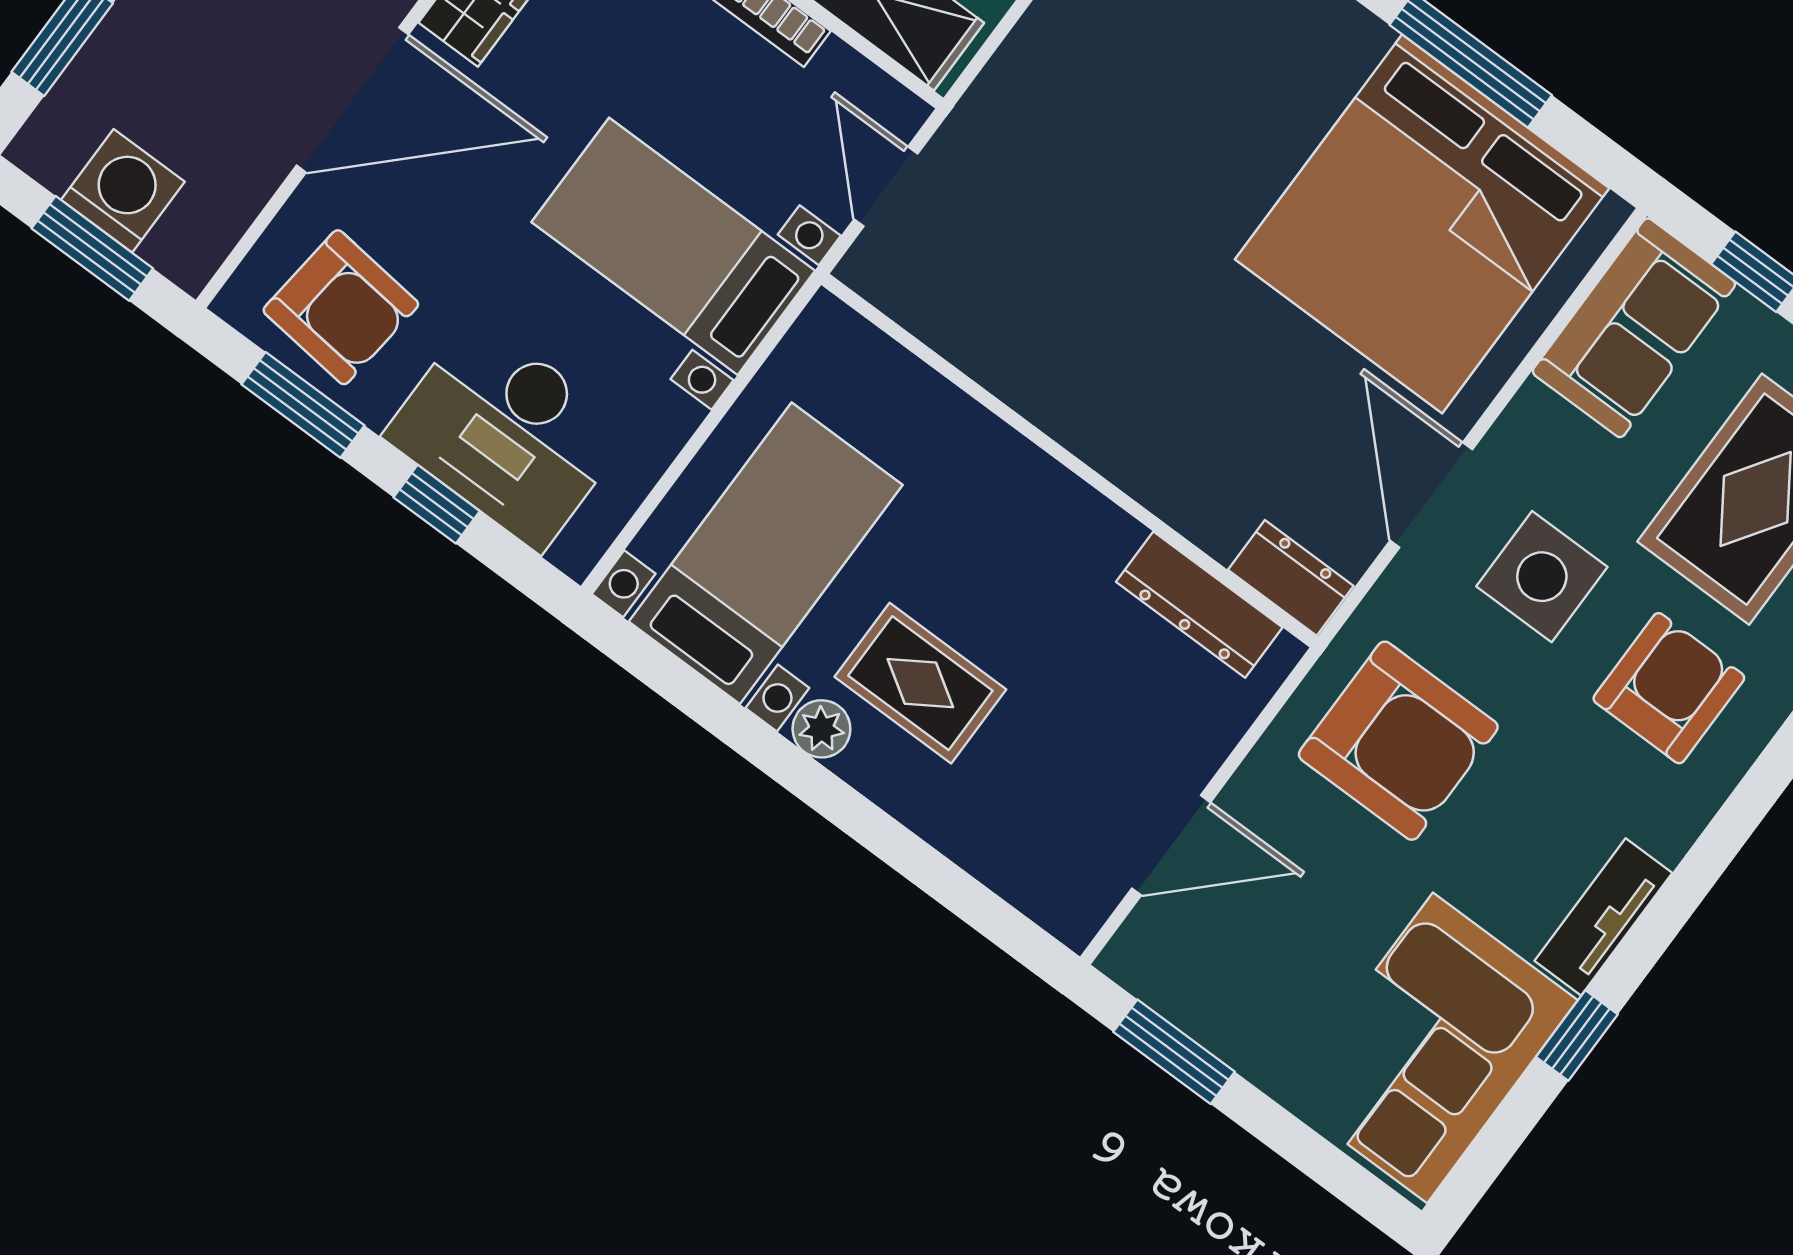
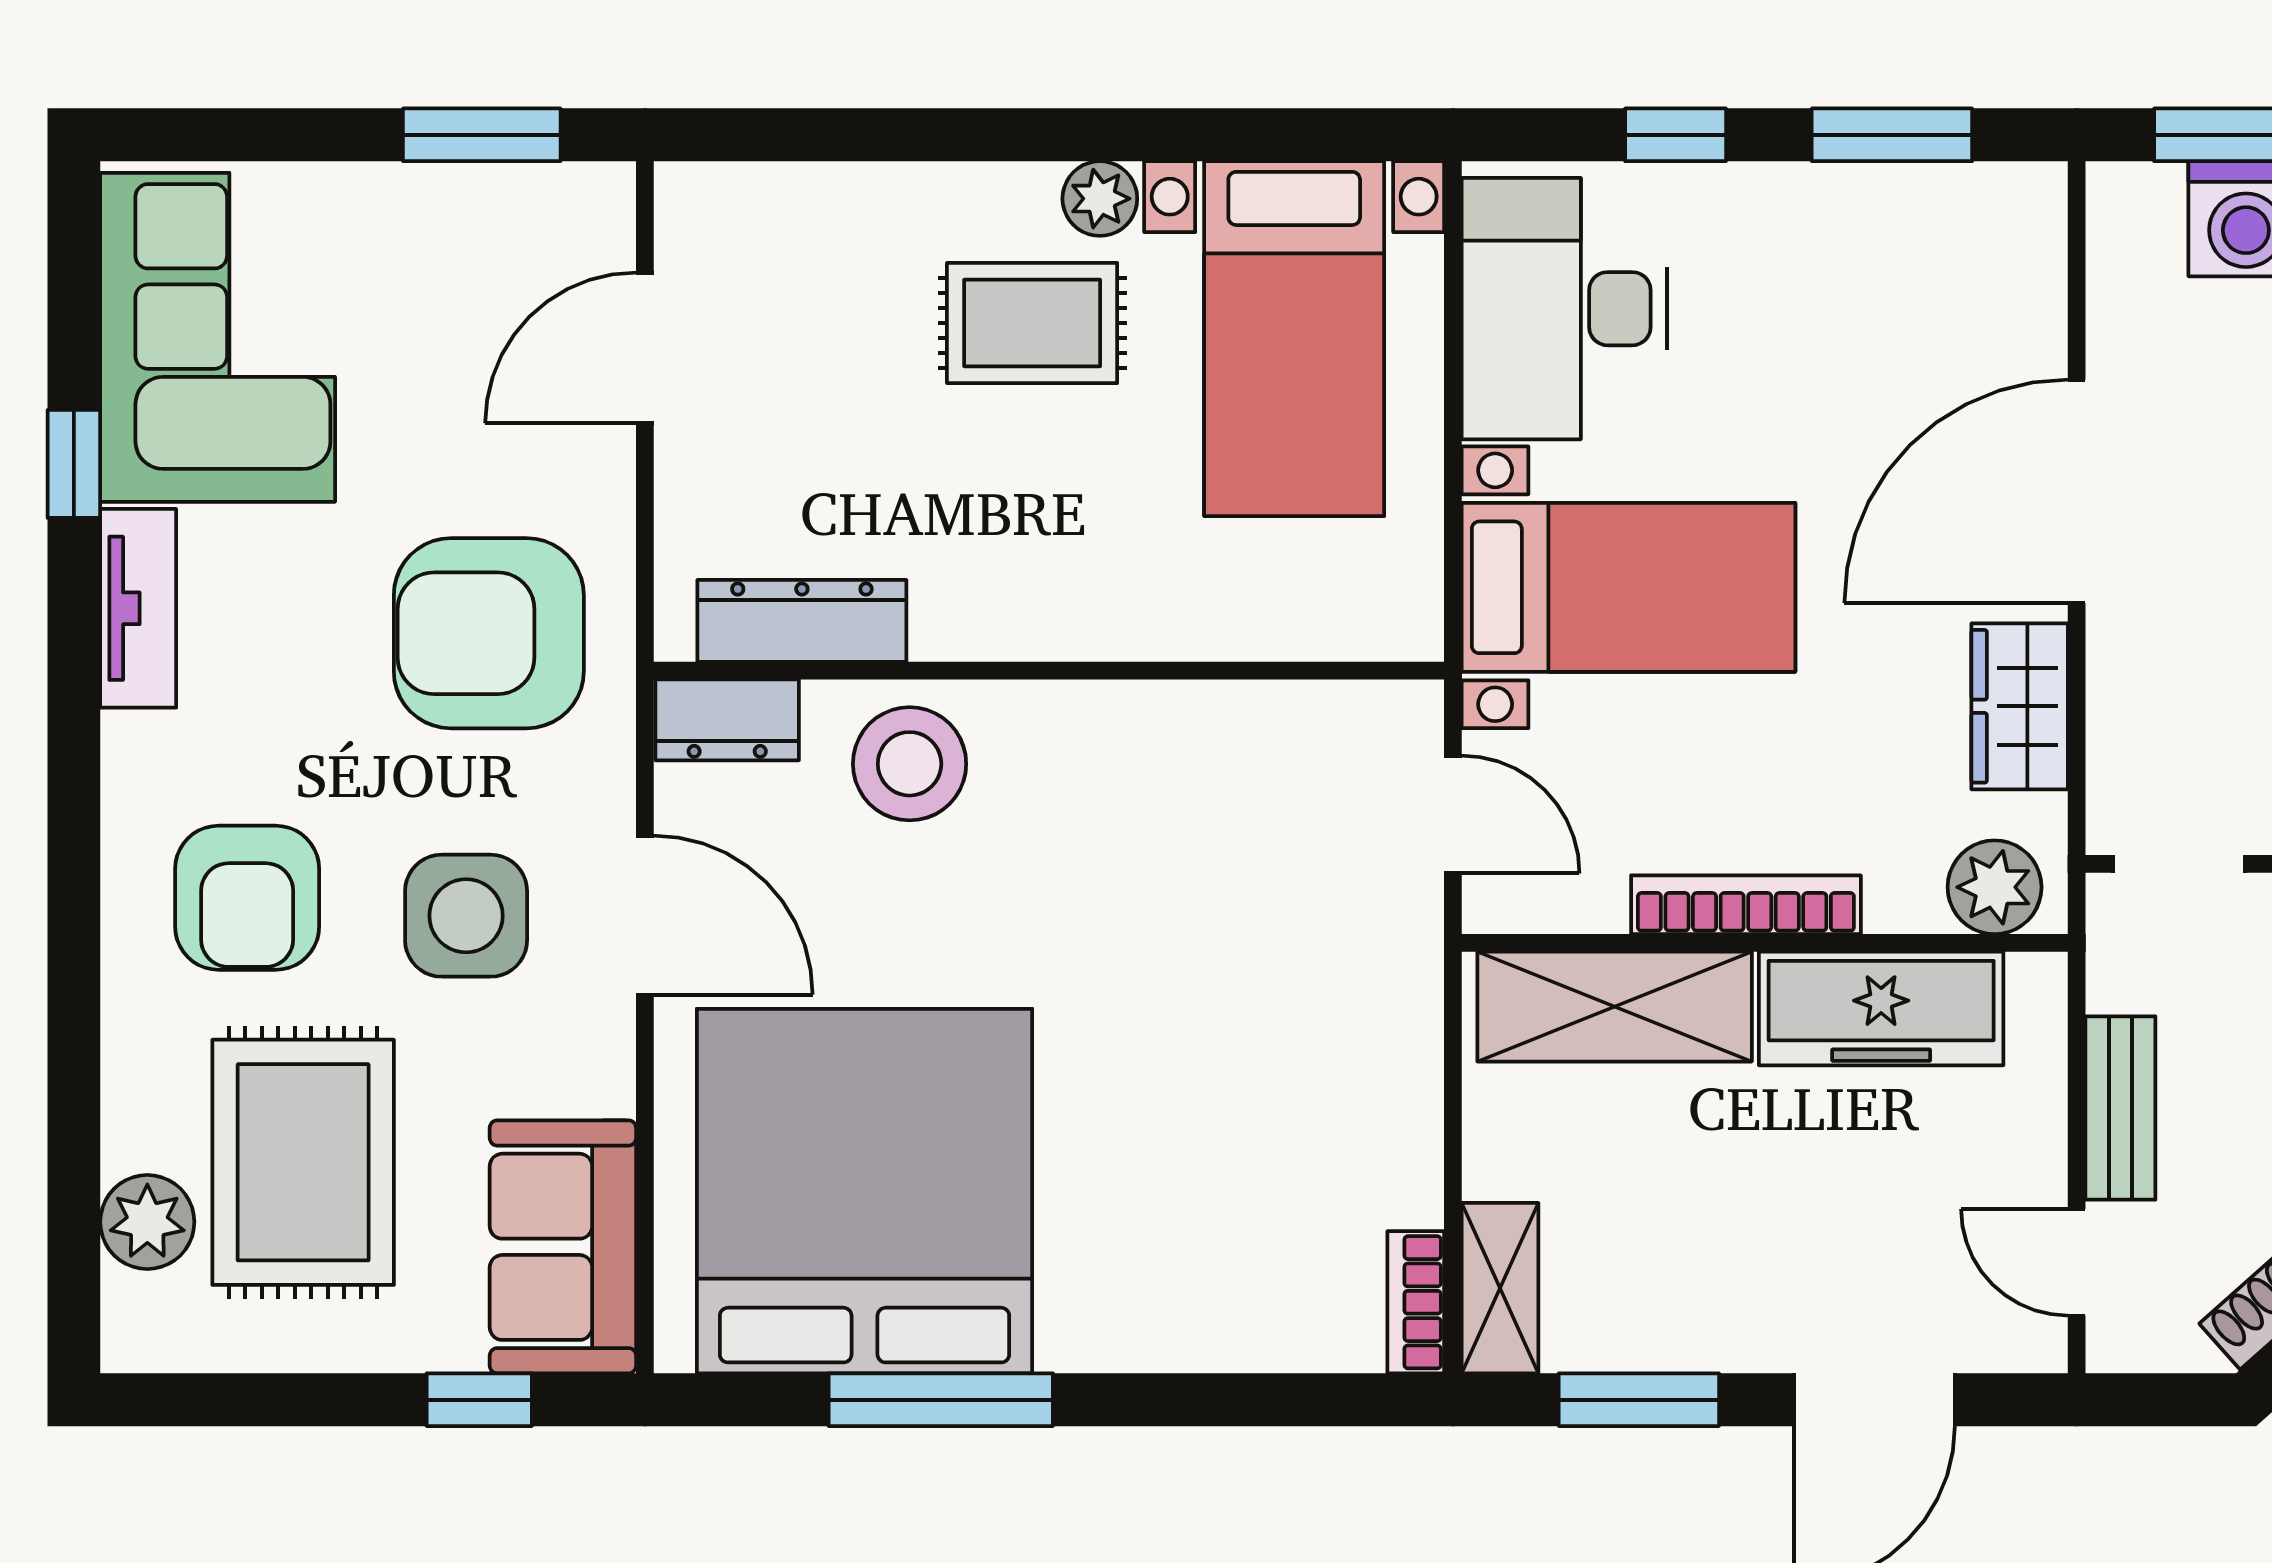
armchair: (341, 307) -> (1928, 266), removed
desk: (507, 433) -> (1564, 309), moved, turned -90
stool: (1198, 467) -> (910, 764), added

